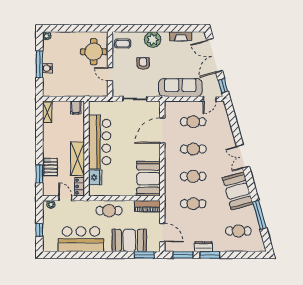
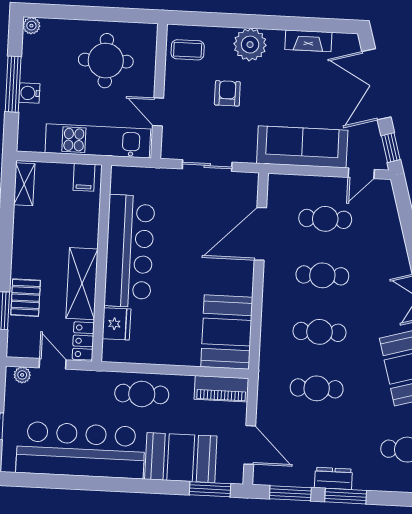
round table: (94, 52) -> (106, 61), moved
kitchen unit: (82, 90) -> (98, 141), added
bar counter: (81, 239) -> (81, 450), width x1.36

